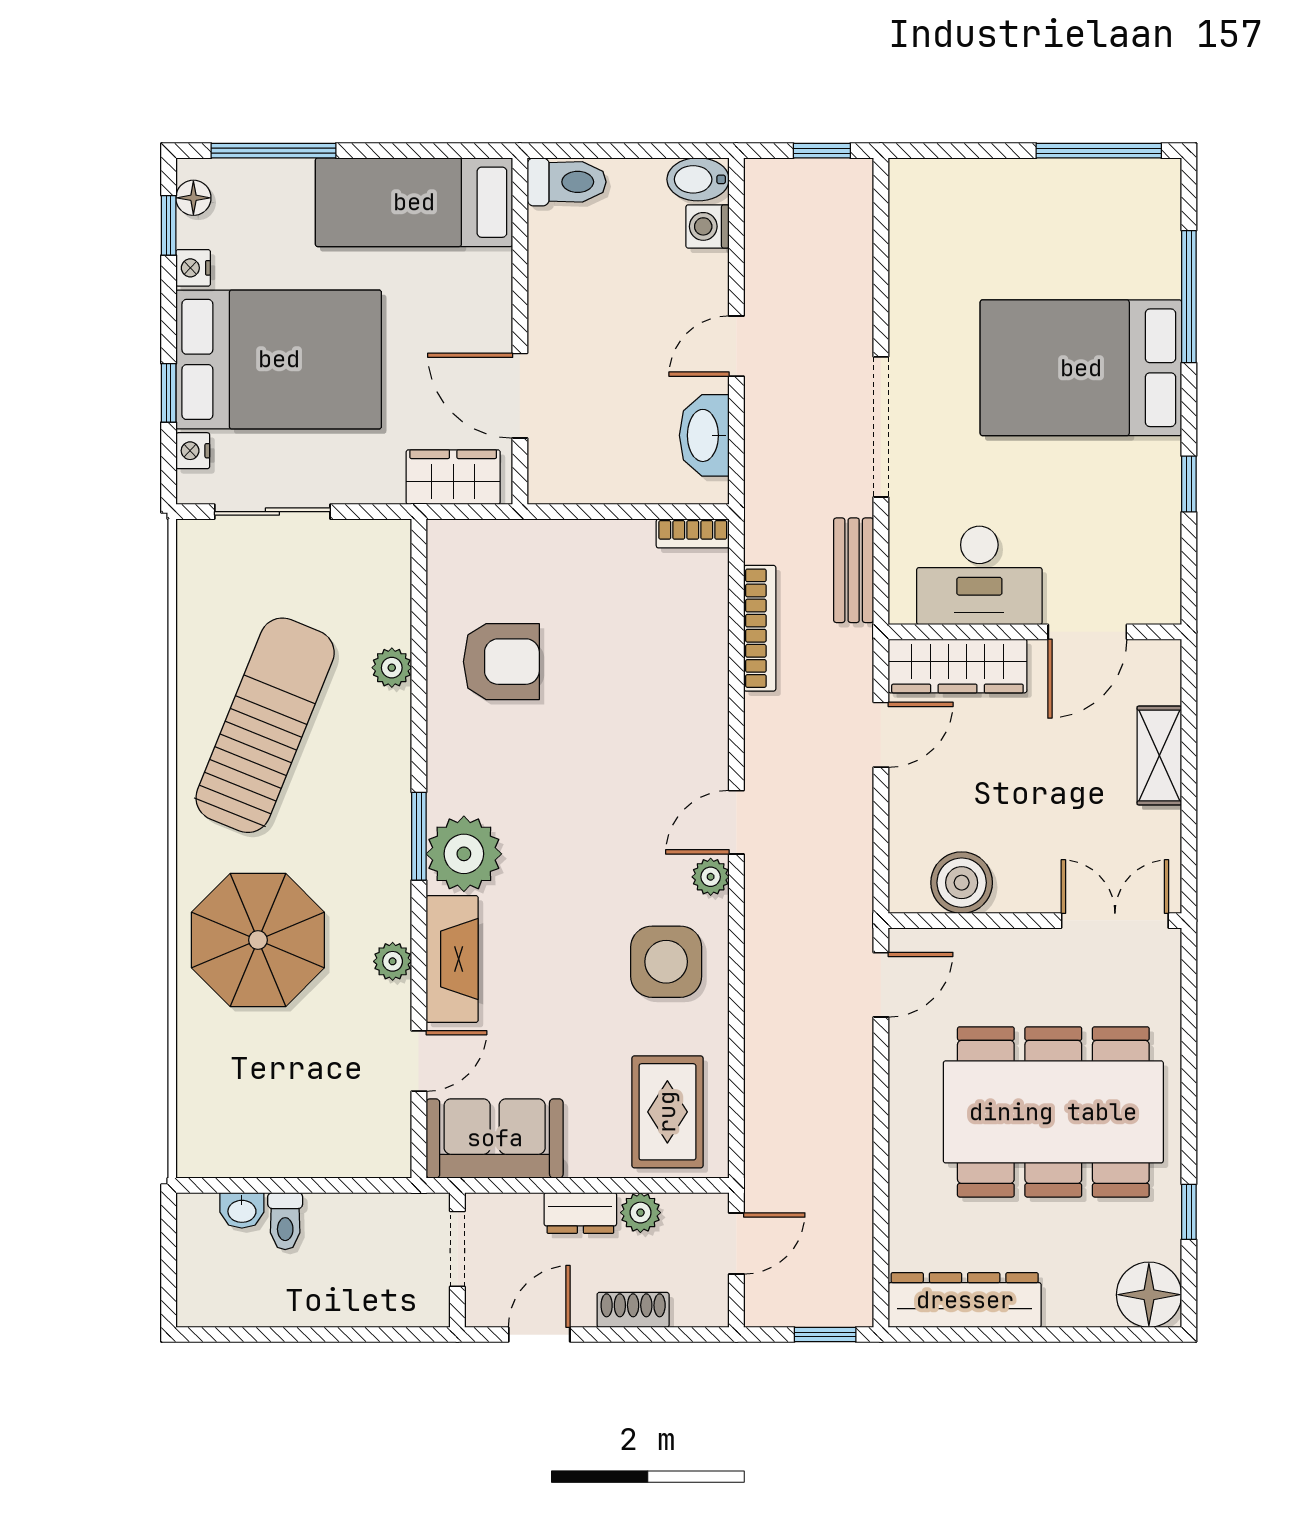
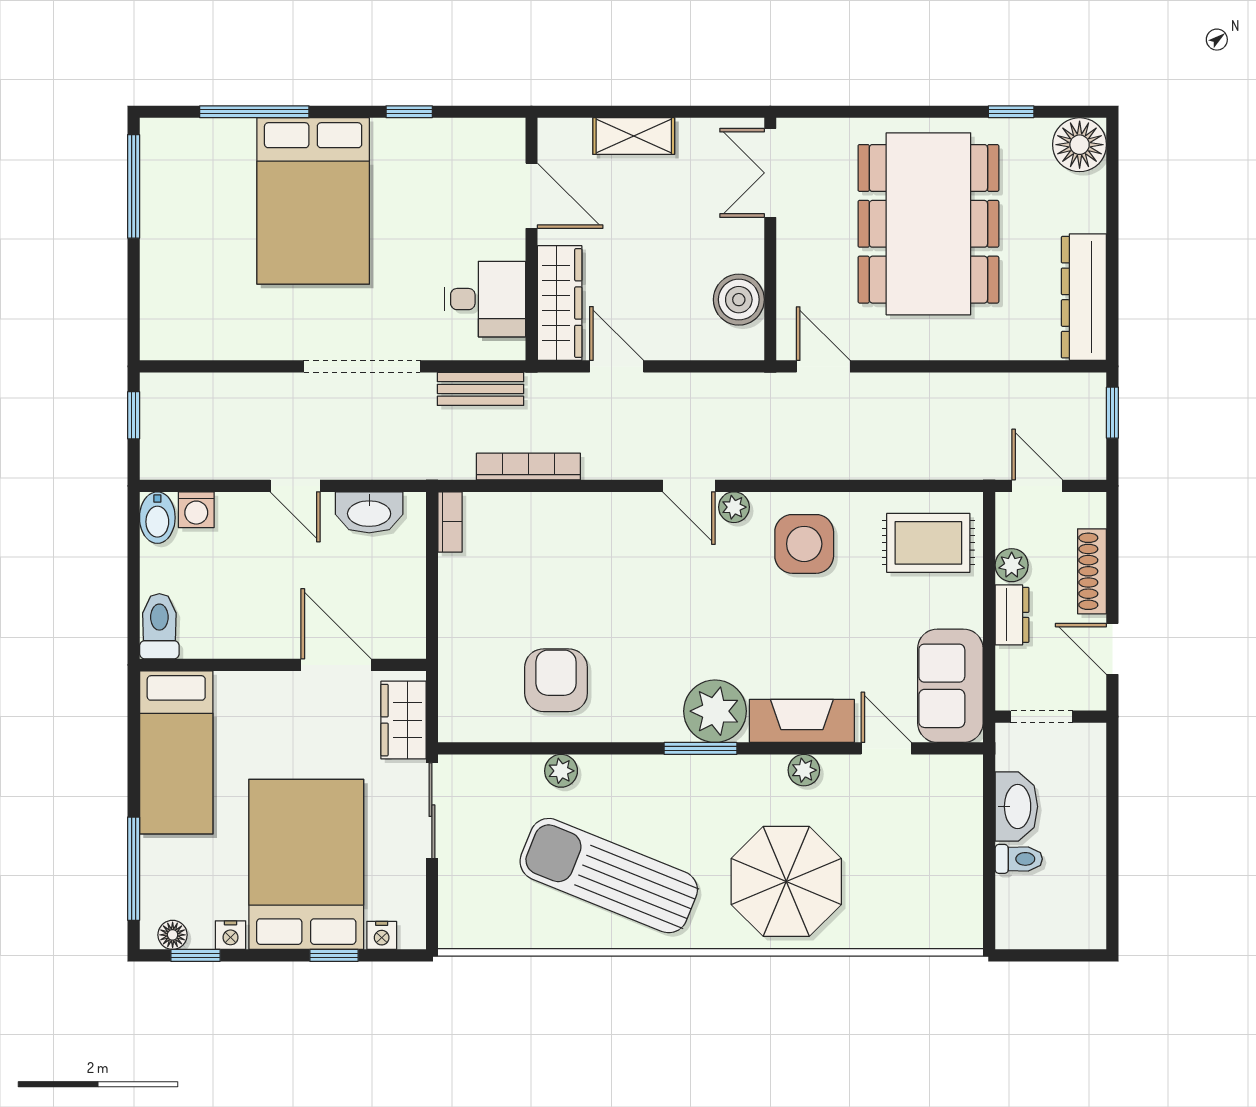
door: (520, 396) -> (336, 665), swing flipped
sliding door: (272, 512) -> (432, 811), moved
desk: (979, 575) -> (485, 299), width x0.73
washbasin: (242, 1210) -> (1016, 807), moved, width x1.91, depth x1.45
shoe rack: (633, 1310) -> (1092, 571), width x1.43

